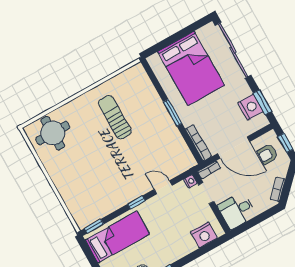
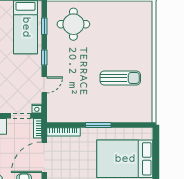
round table: (53, 133) -> (73, 24), moved
window: (94, 226) -> (44, 26), moved

